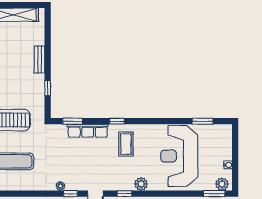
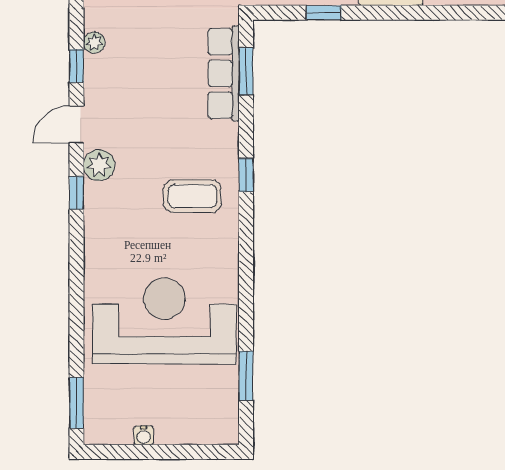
row of seats: (88, 131) -> (224, 73), moved
plant: (141, 184) -> (99, 165), moved
plant: (222, 184) -> (99, 421), removed

